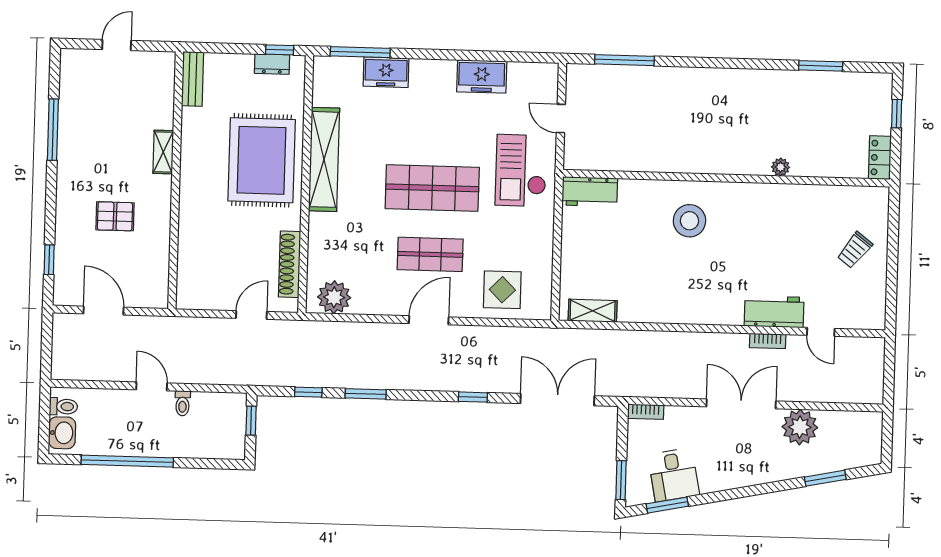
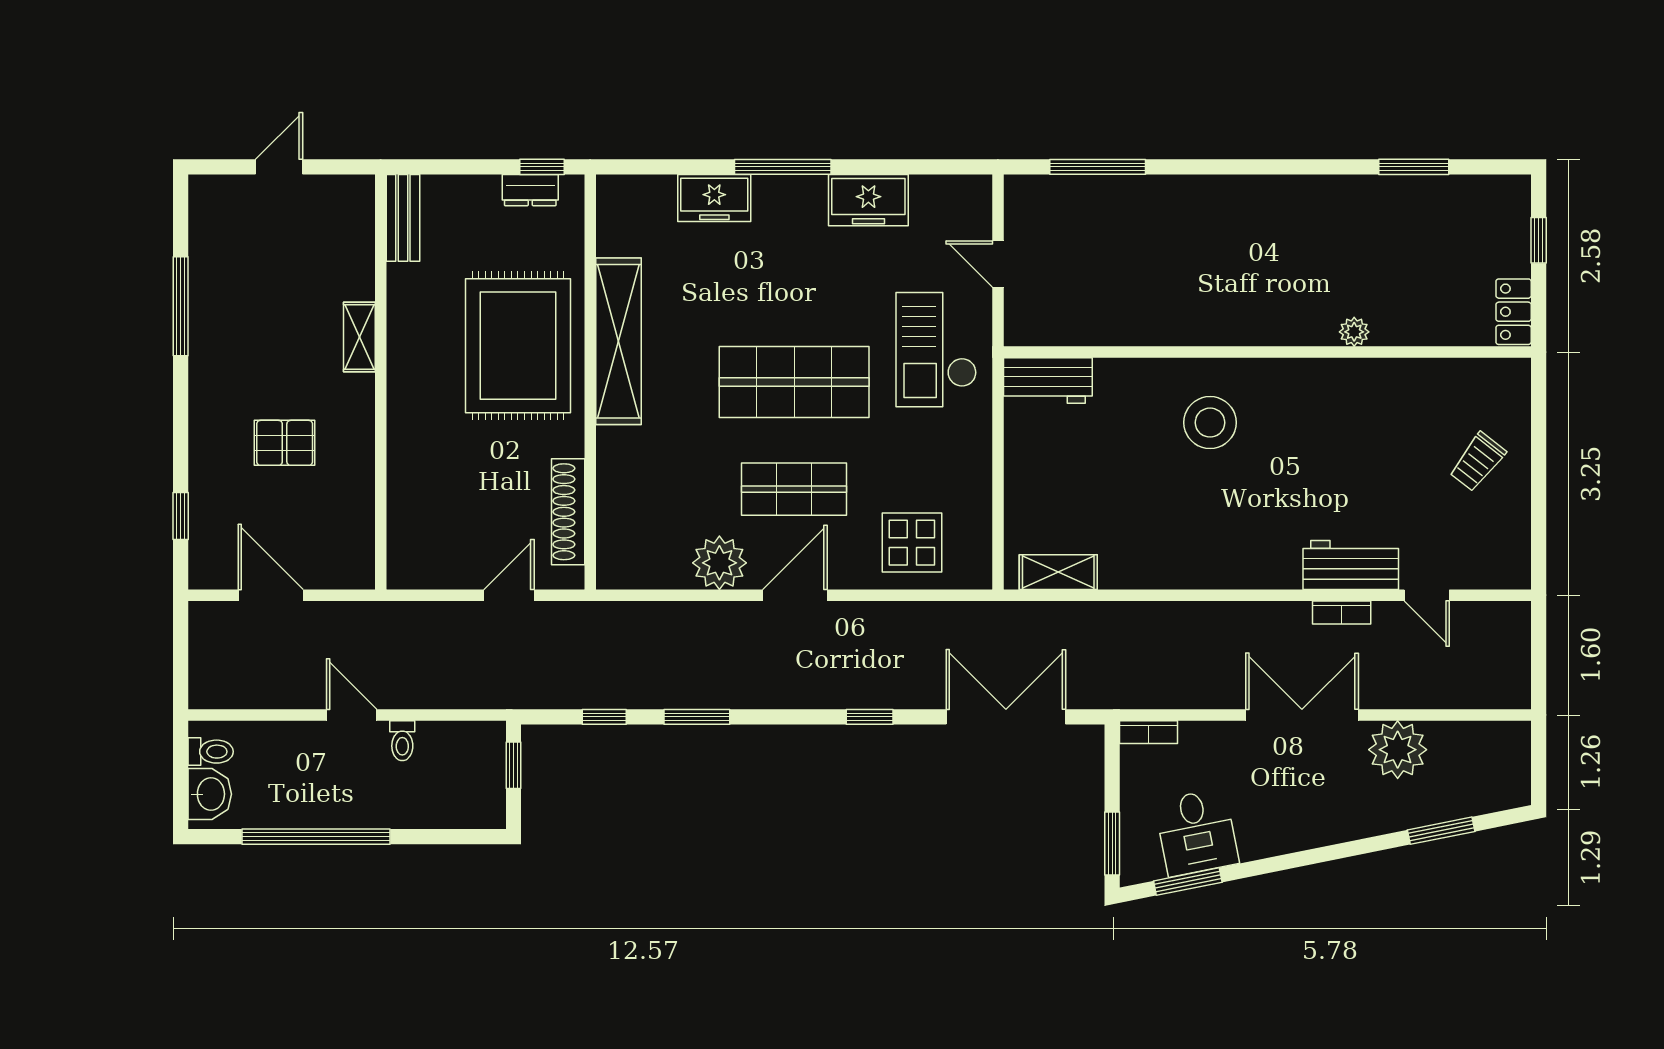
window: (360, 52) -> (783, 167), moved
plant: (334, 297) -> (719, 563), moved

